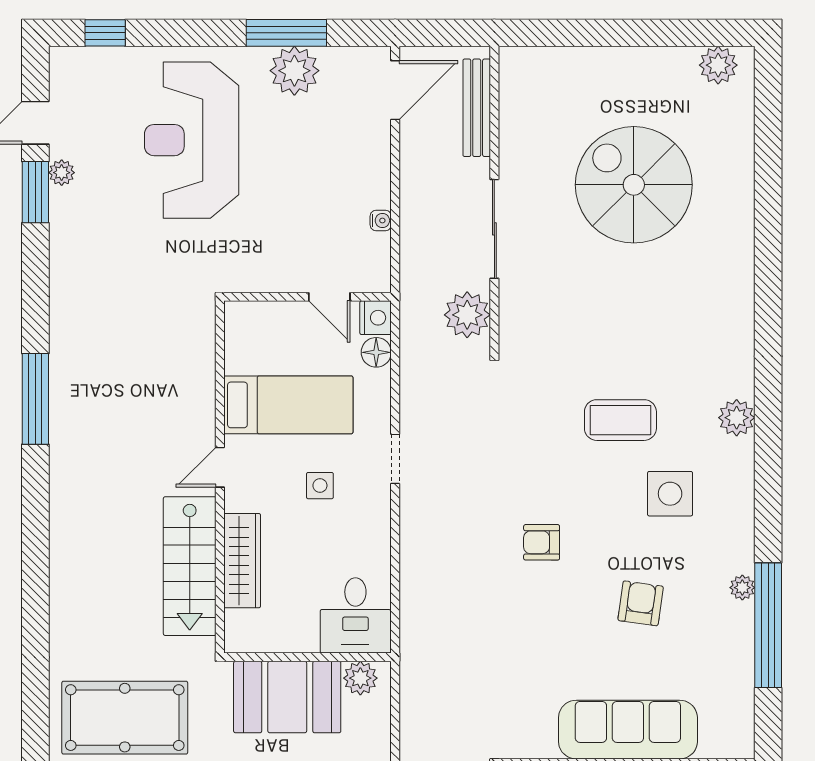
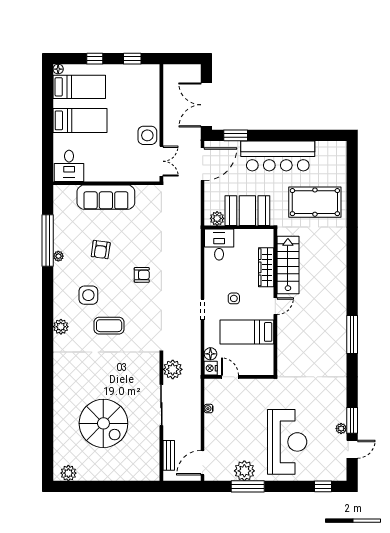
bench: (477, 108) -> (169, 455), width x0.73

